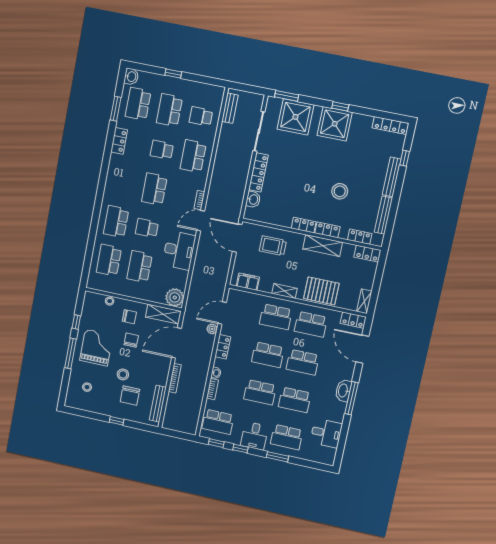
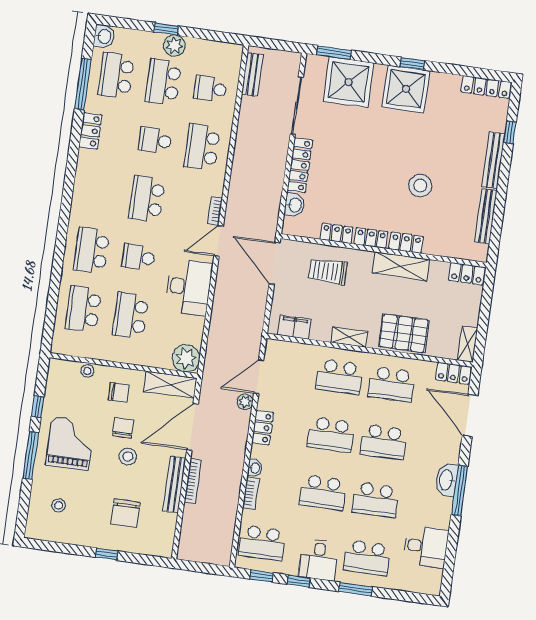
plant: (178, 85) -> (174, 46), added
window: (116, 109) -> (83, 84), width x1.44
locker: (360, 237) -> (337, 233), moved
stool: (123, 374) -> (128, 457), moved
bench: (158, 404) -> (174, 484), moved

